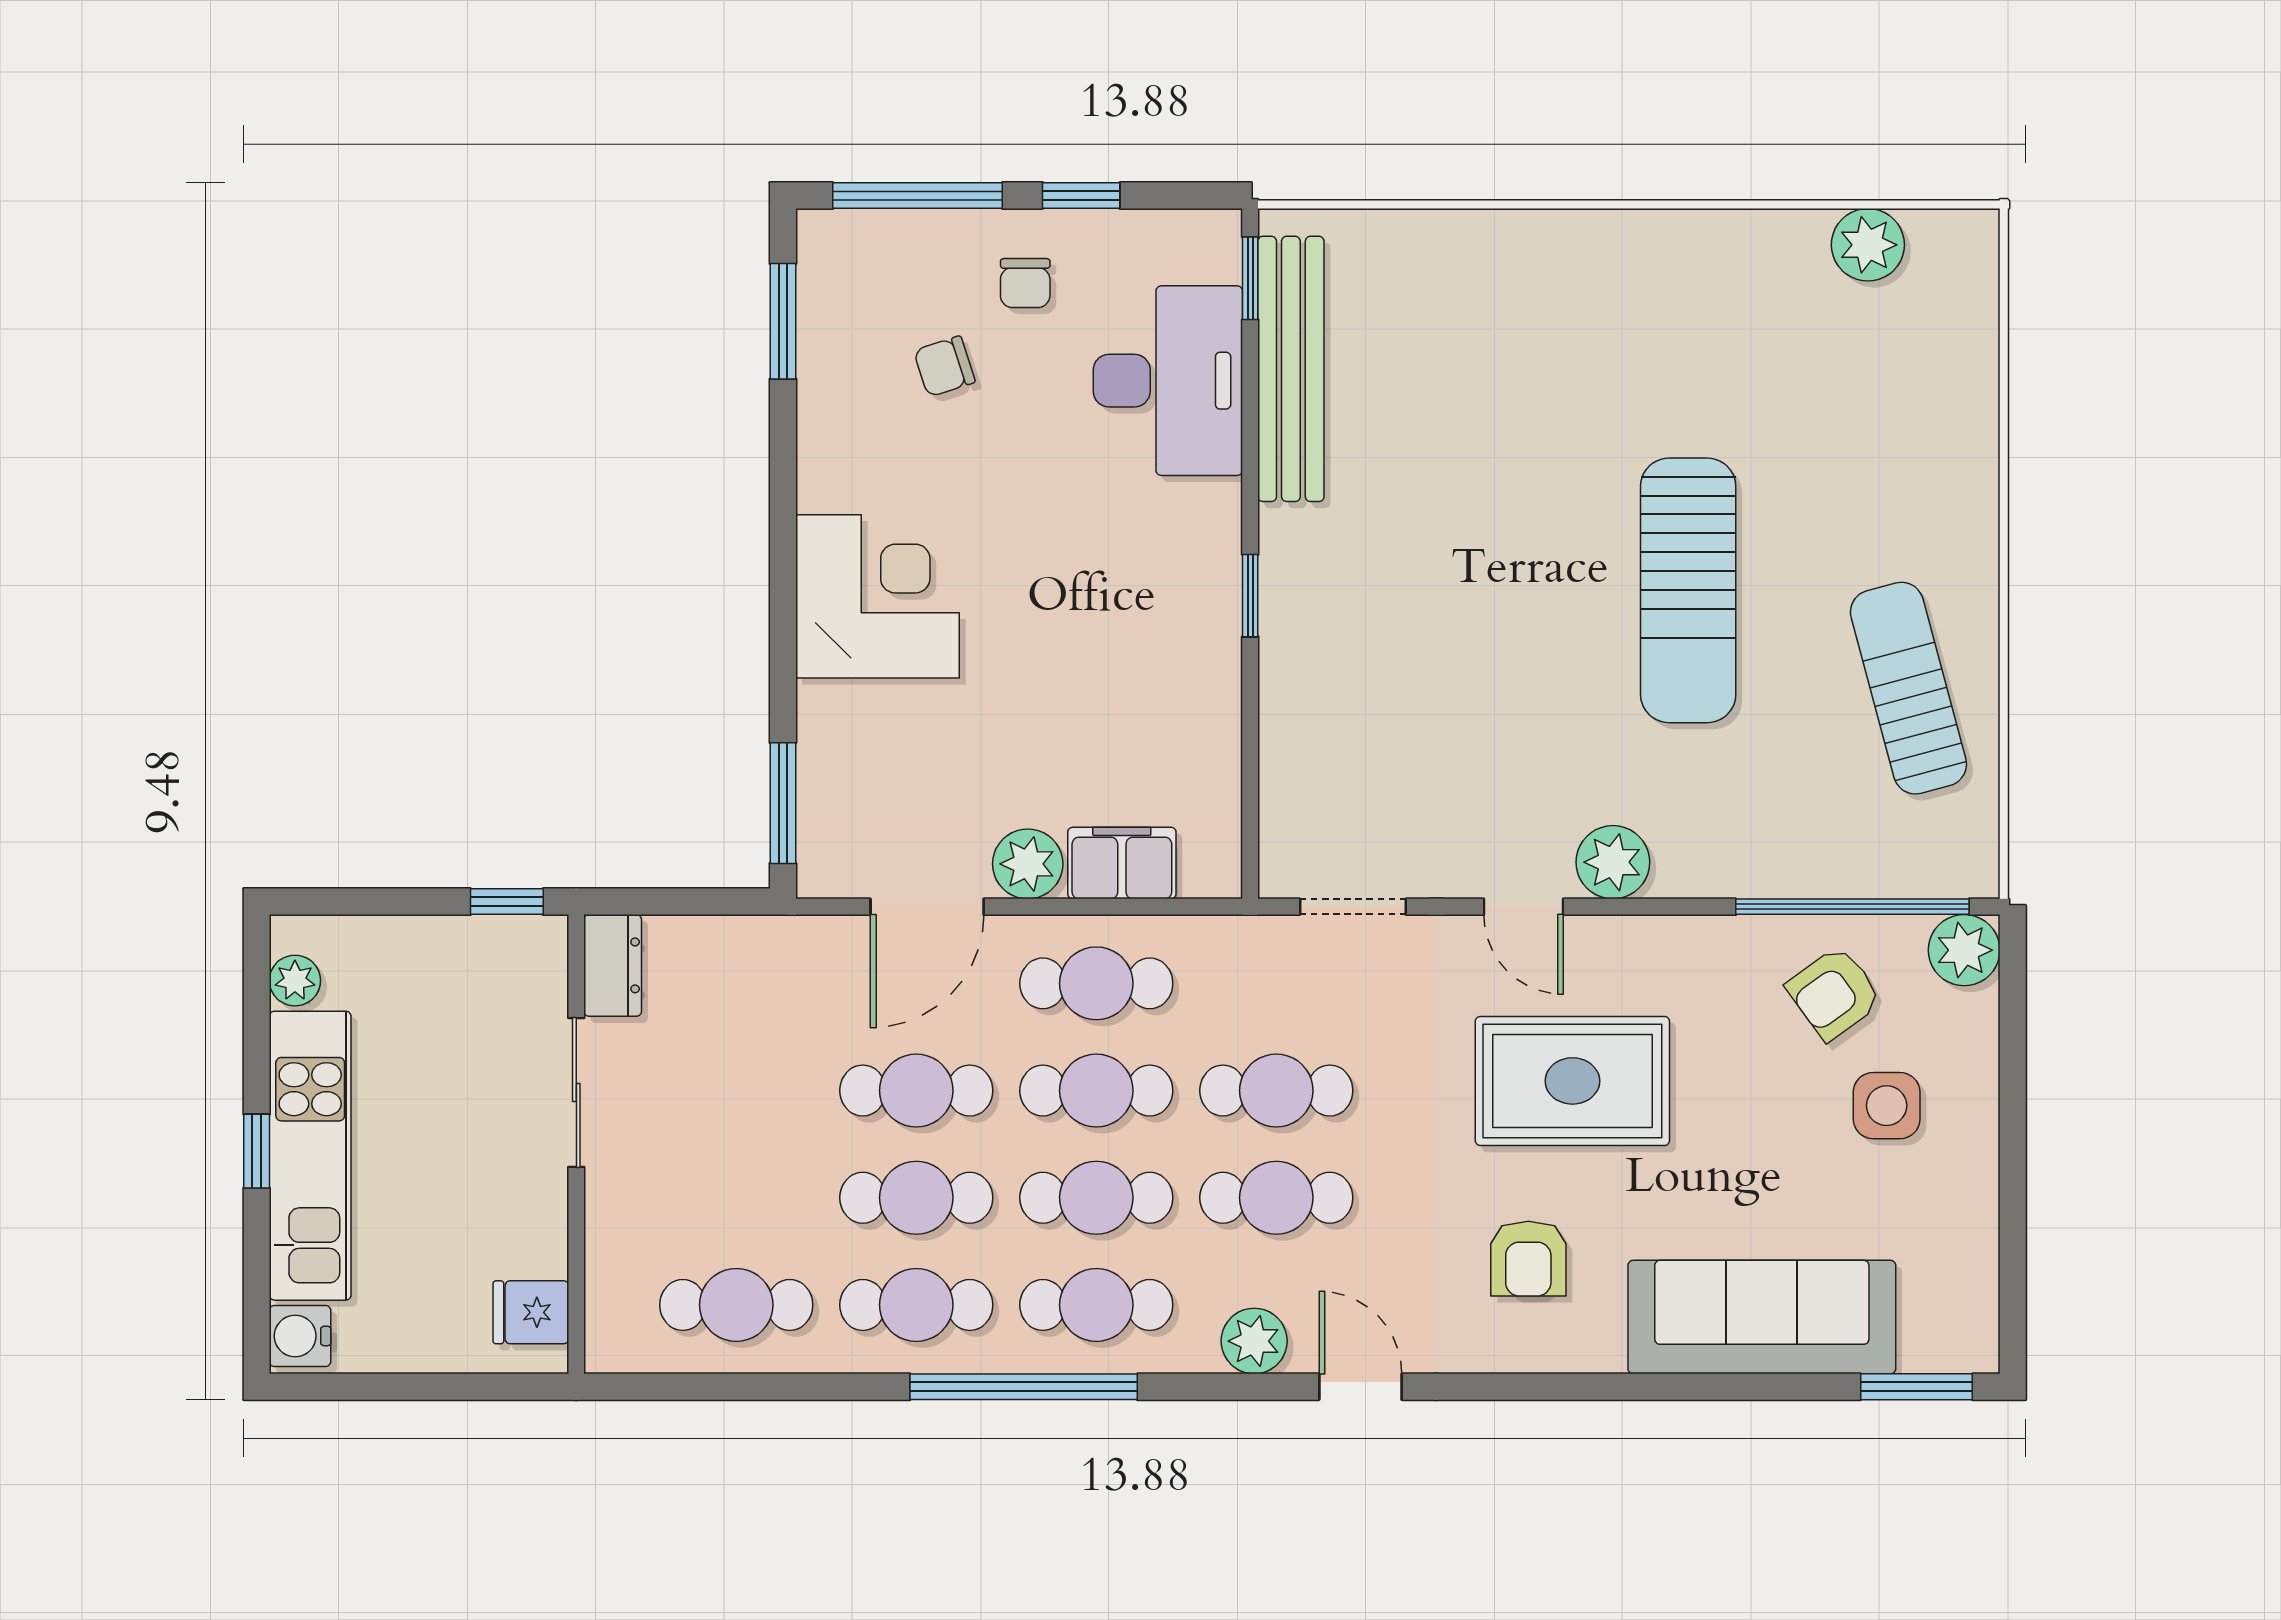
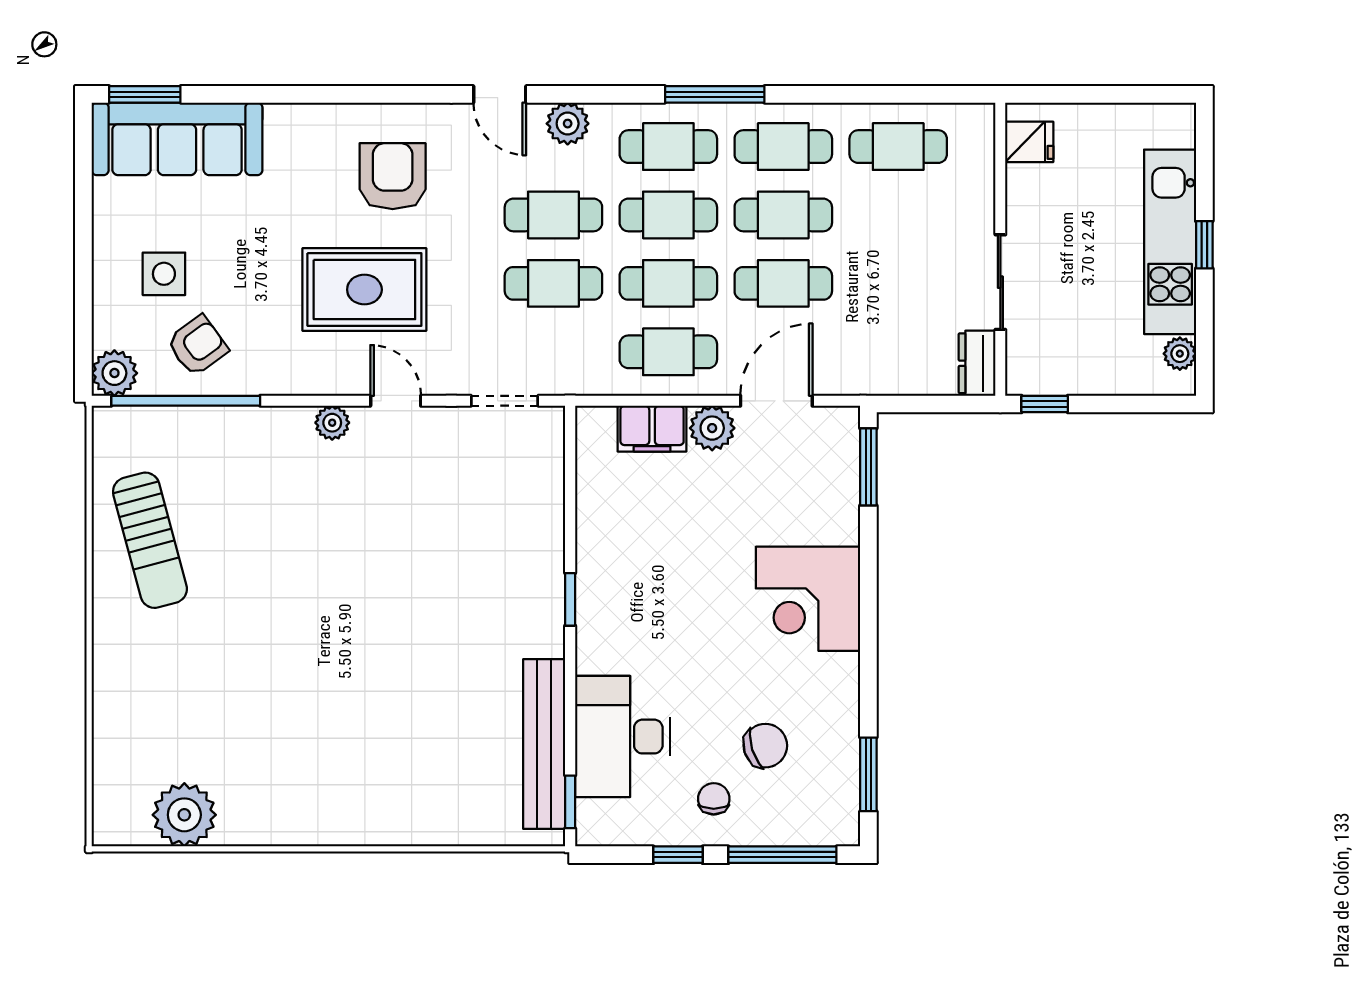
plant: (1868, 245) -> (184, 815), width x1.36, depth x1.36
chair: (944, 366) -> (765, 746), width x1.37, depth x1.37
sun lounger: (1688, 590) -> (291, 603), removed
plant: (1613, 862) -> (332, 423), width x0.73, depth x0.73
armchair: (1528, 1259) -> (393, 176), width x1.38, depth x1.38
sofa: (1762, 1317) -> (177, 139), moved
water cooler: (300, 1336) -> (1177, 127), removed
window: (1024, 1387) -> (715, 94), width x0.68

